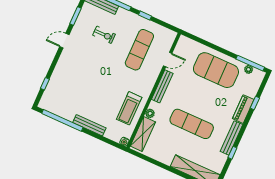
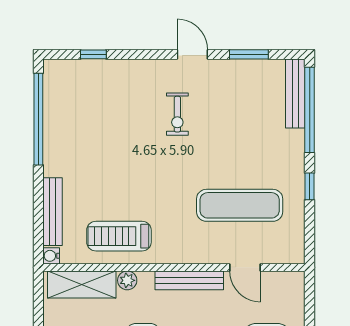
exercise bike: (104, 35) -> (177, 114), moved
bench: (89, 125) -> (52, 212), moved

